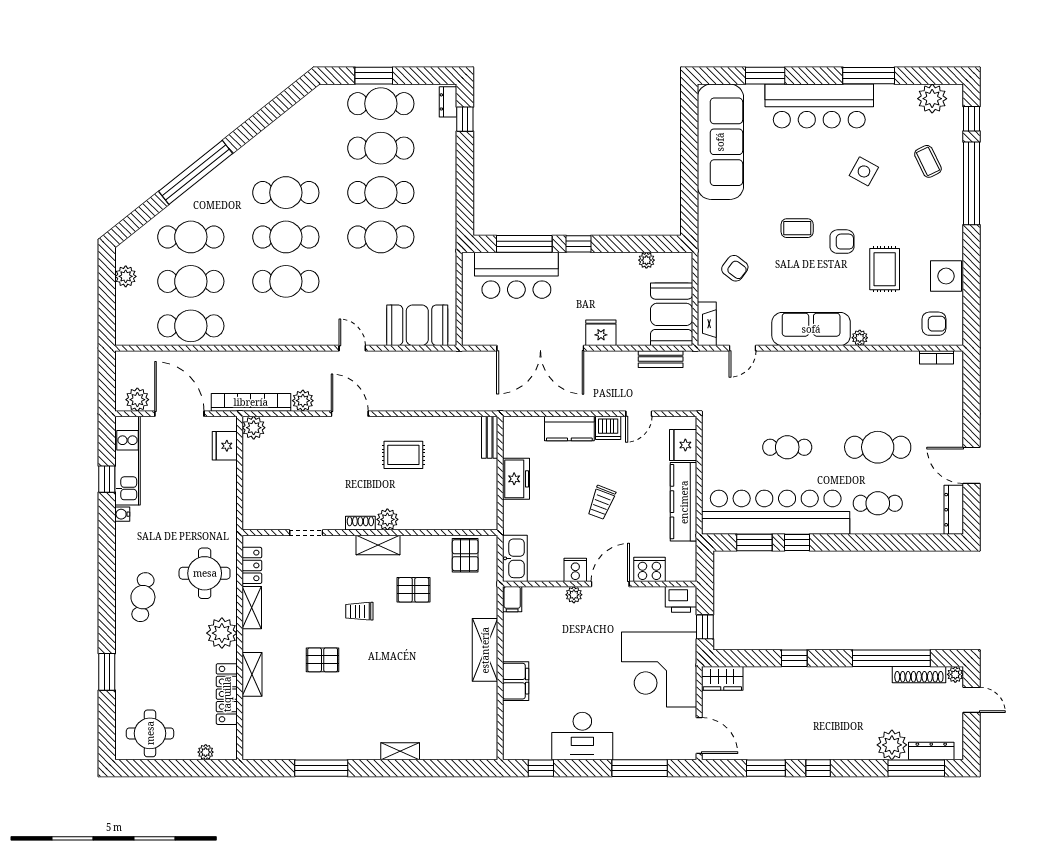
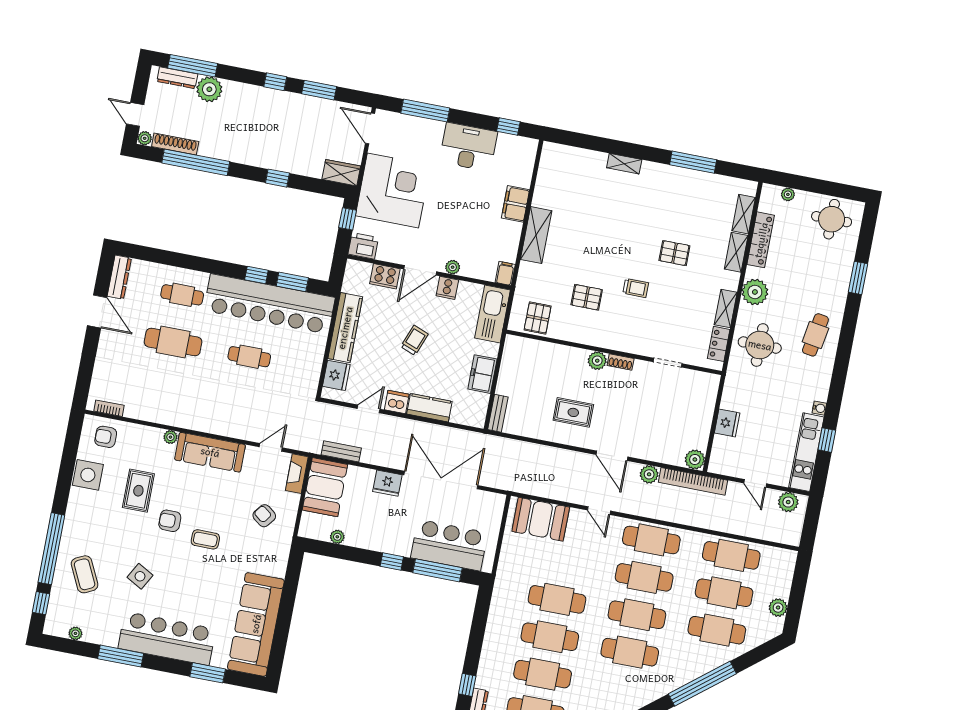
plant: (932, 99) -> (75, 633), width x0.53, depth x0.53
coffee table: (928, 161) -> (85, 574), width x1.36, depth x1.30
cafe table: (286, 326) -> (651, 540), added
door: (179, 414) -> (755, 483), width x0.53
fridge: (225, 446) -> (727, 423), moved
shelving: (378, 545) -> (744, 214), moved, turned 90
kitchen sink: (515, 558) -> (492, 314), width x1.36, depth x1.24

